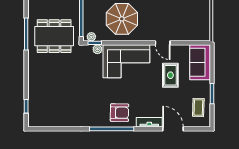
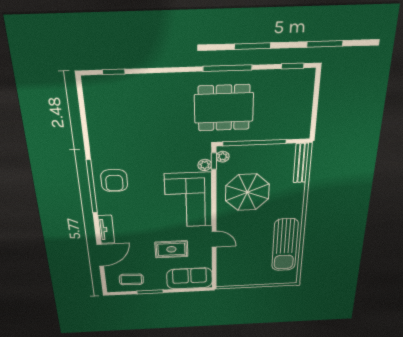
dining table: (54, 36) -> (224, 108), turned 90
door: (163, 43) -> (214, 239), swing flipped
armchair: (119, 113) -> (114, 181), moved

